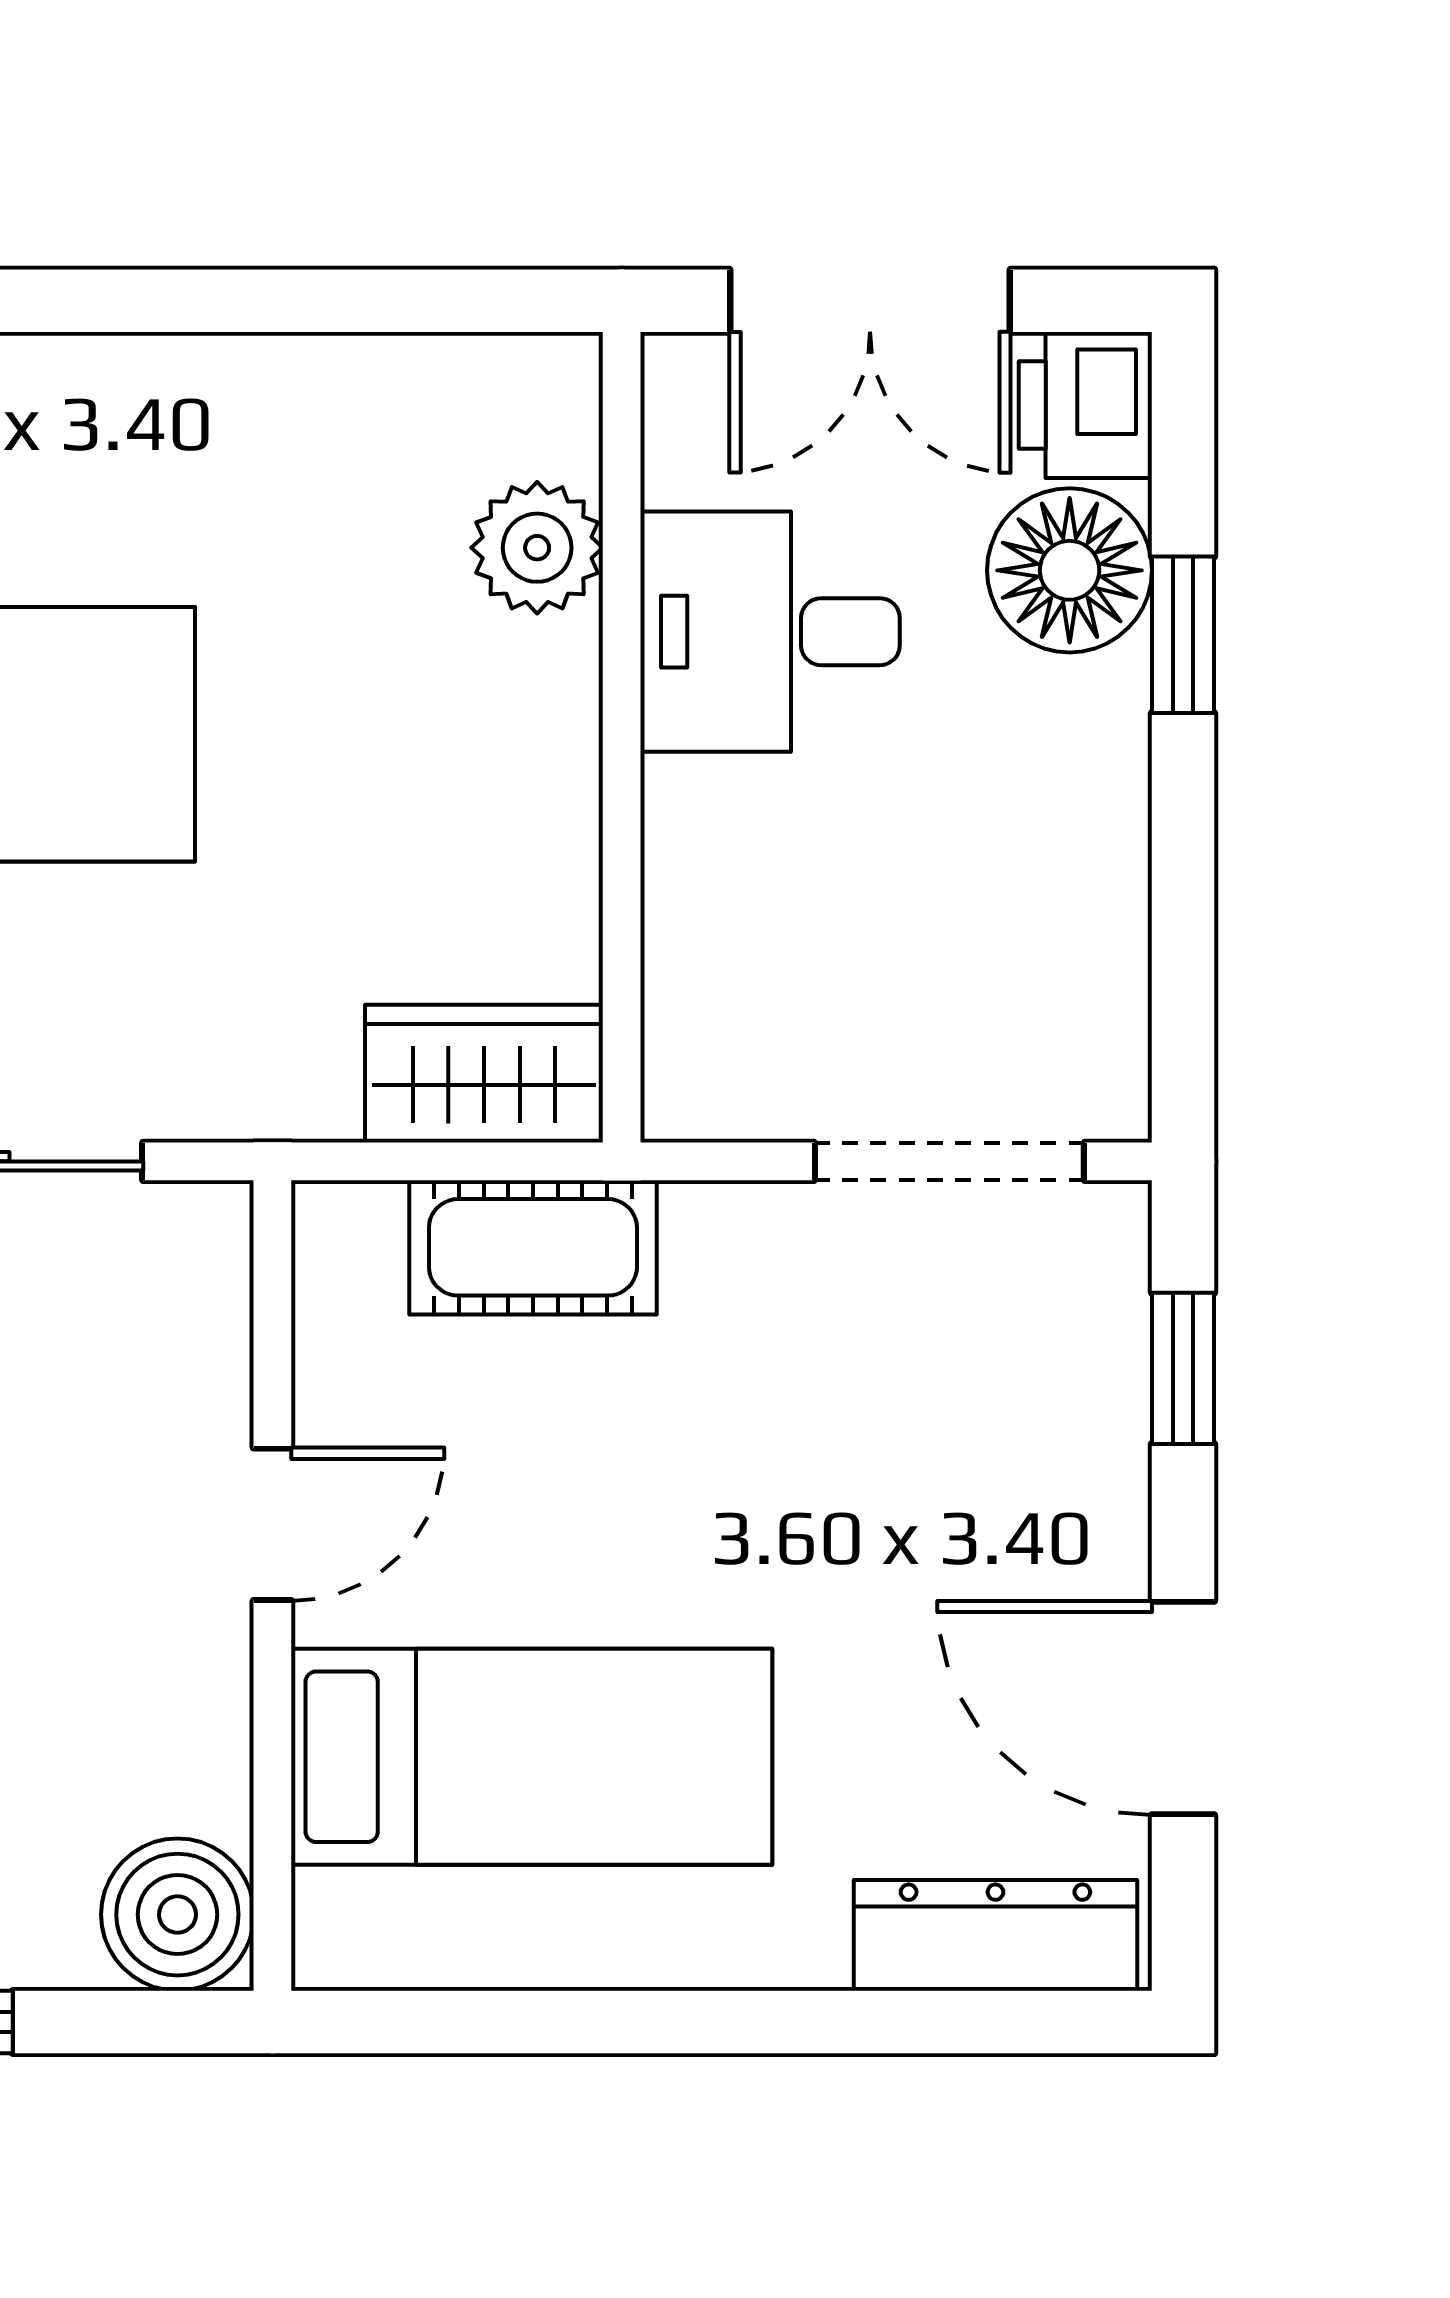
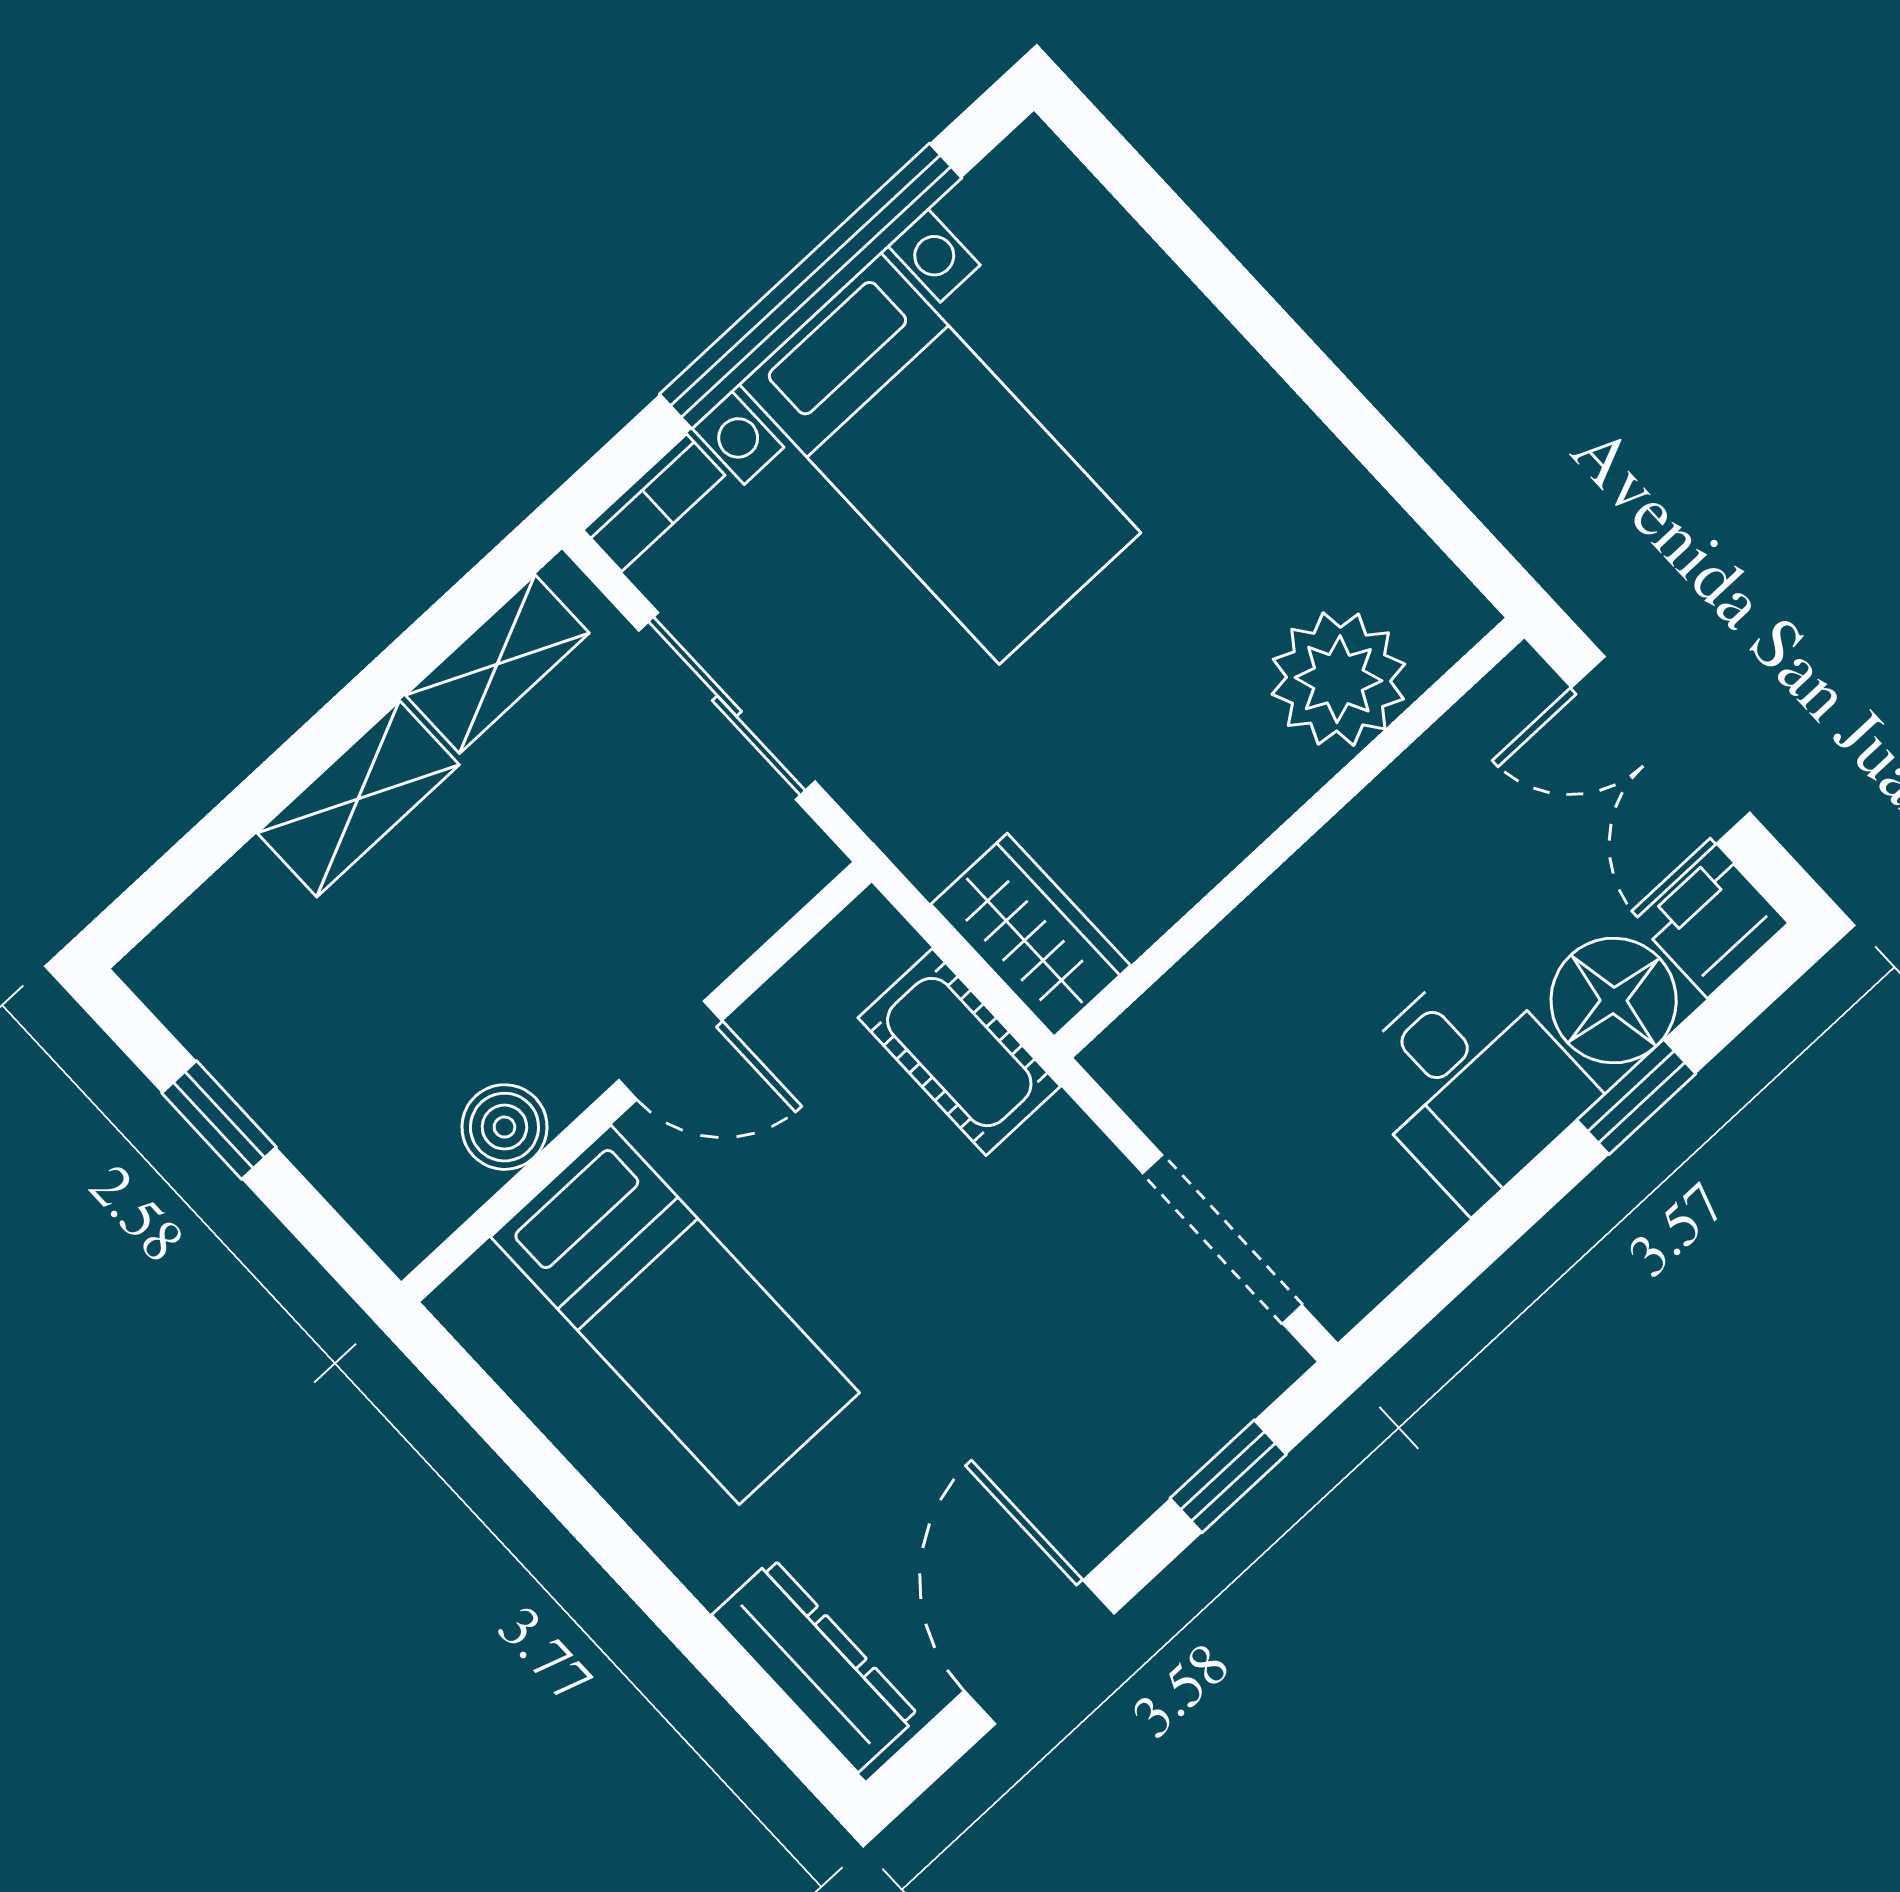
plant: (537, 548) -> (1338, 679), width x1.36, depth x1.36
desk: (770, 632) -> (1471, 1084), moved, turned 180
boiler: (177, 1915) -> (504, 1127), moved, width x0.73, depth x0.73

